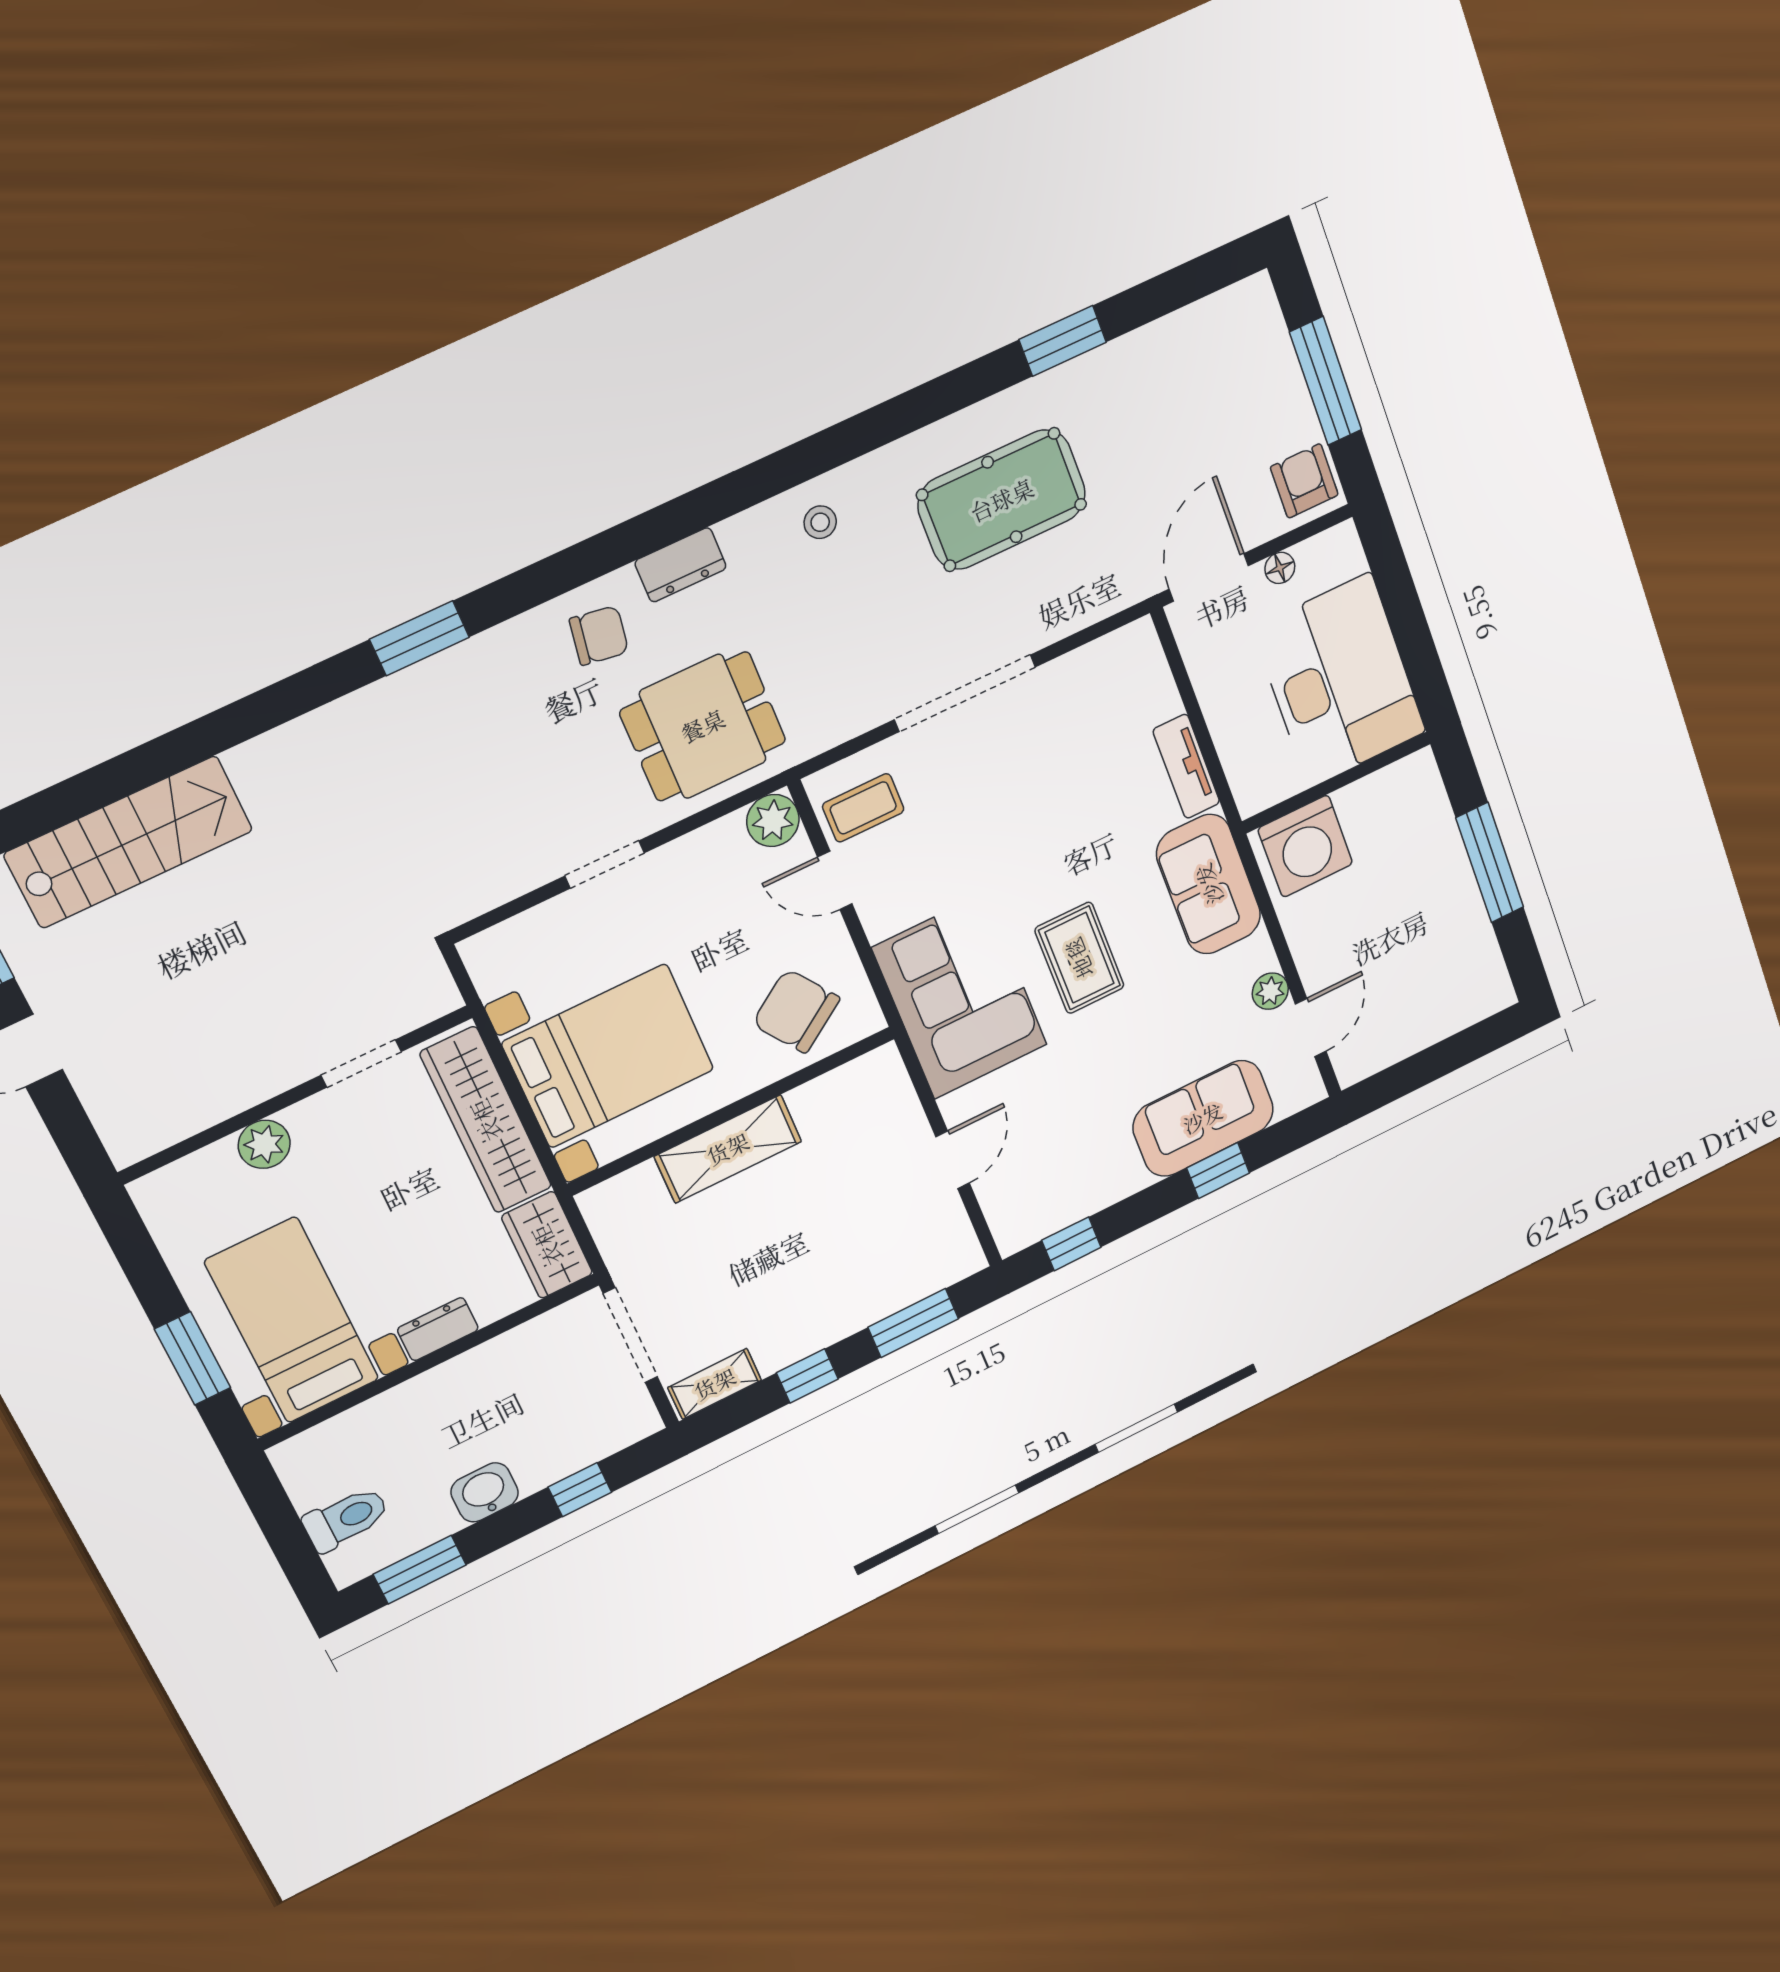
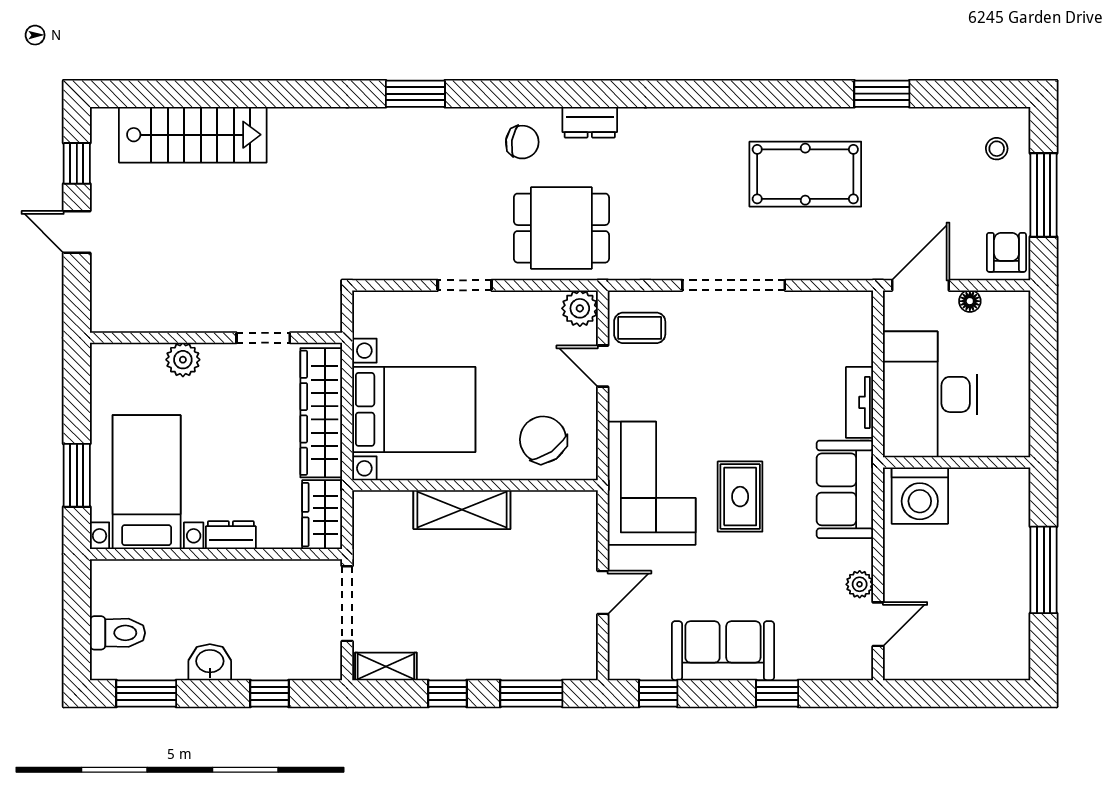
stool: (820, 522) -> (997, 149), moved
desk: (1339, 681) -> (930, 394), moved, turned 180
sofa: (1203, 1118) -> (723, 651), moved

